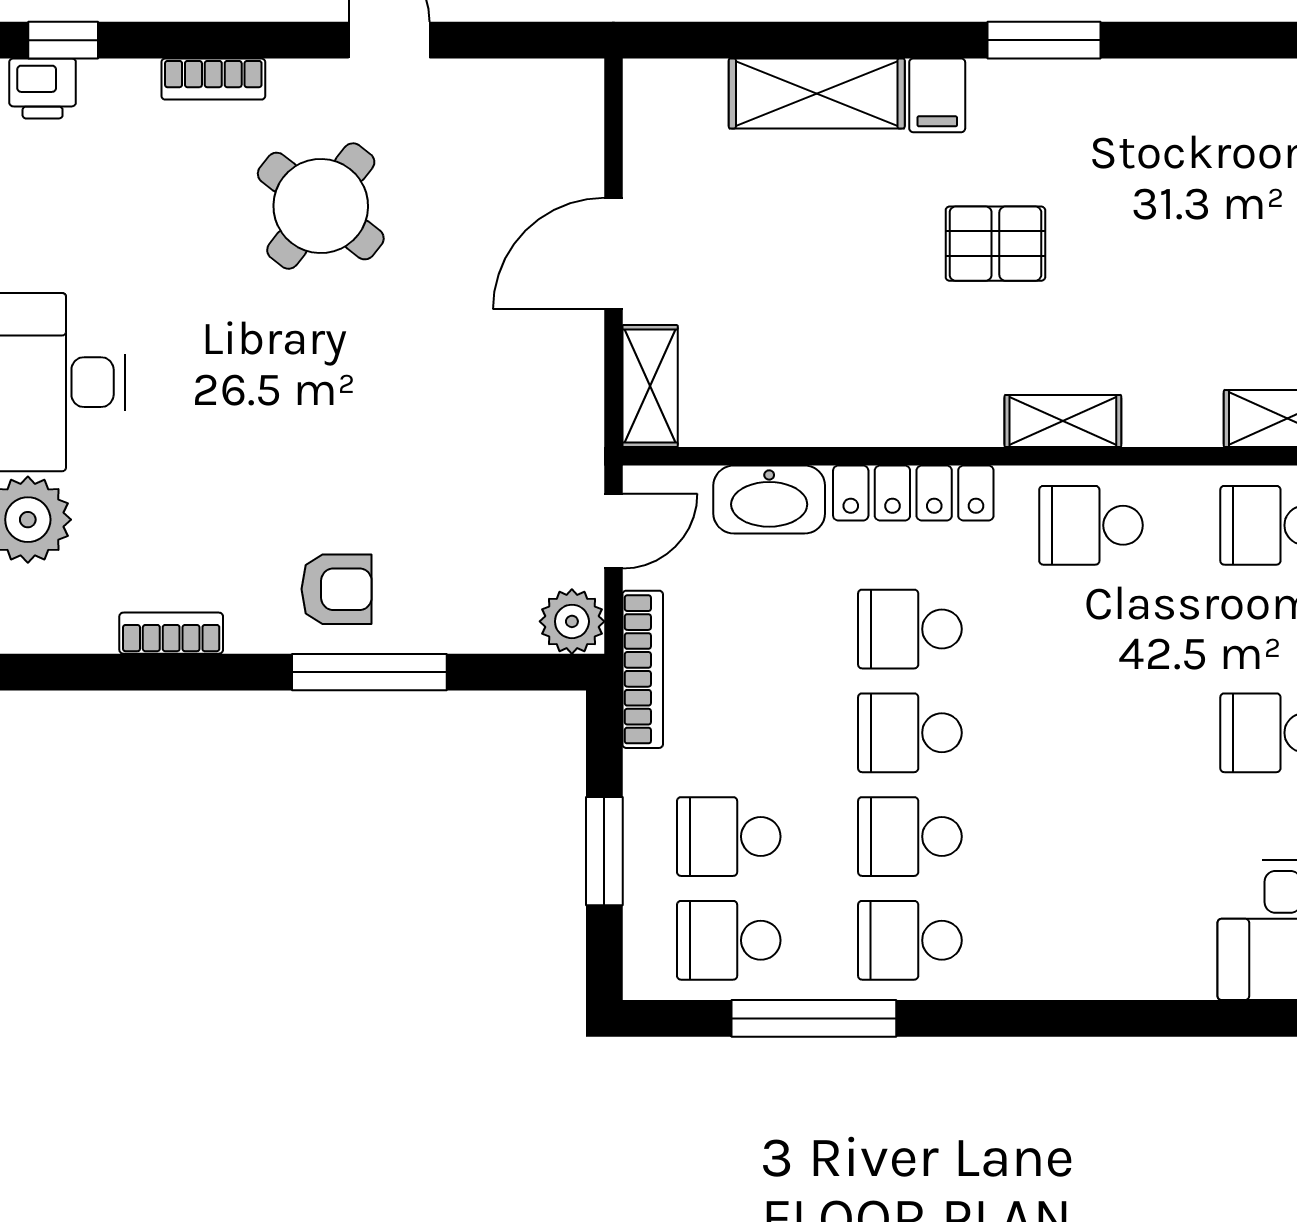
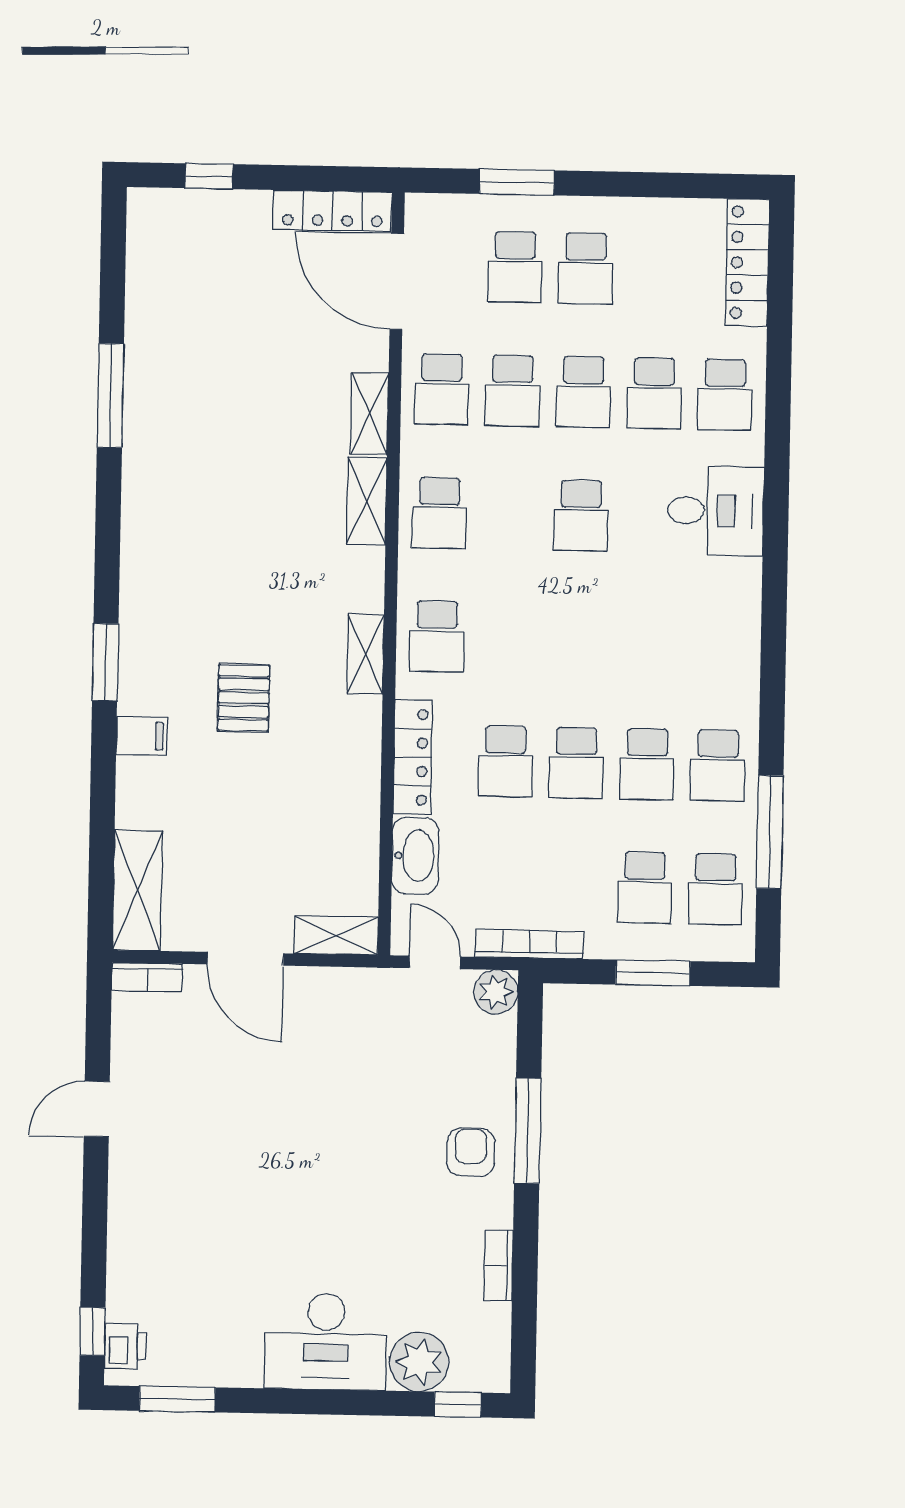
bookcase: (213, 79) -> (147, 977), moved, turned 90
shelving: (817, 93) -> (137, 890), moved
round table: (321, 206) -> (209, 1158), removed

